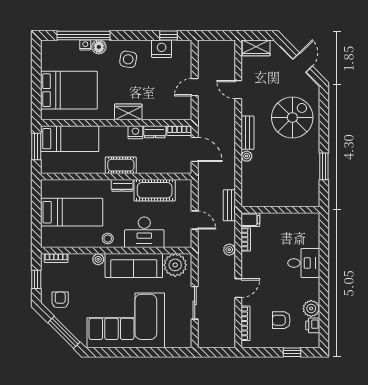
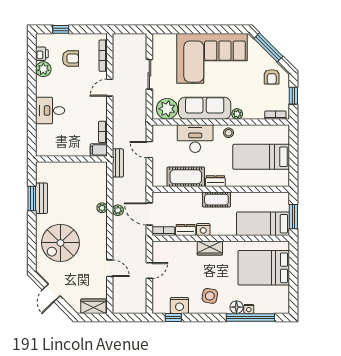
bench: (247, 133) -> (42, 198), moved
plant: (229, 250) -> (118, 210), moved

